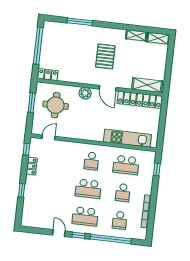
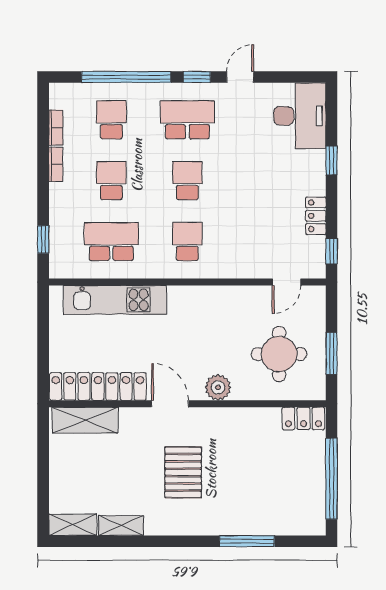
school desk: (88, 189) -> (187, 181), width x0.54
desk: (34, 212) -> (300, 116), added
door: (59, 233) -> (240, 77), swing flipped

